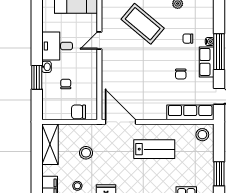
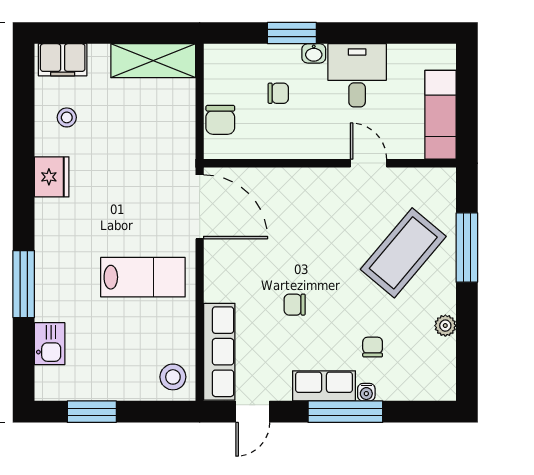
chair: (181, 74) -> (295, 305), moved
chair: (79, 112) -> (220, 120), turned 180
door: (120, 122) -> (200, 207), hinge flipped
lab bench: (154, 149) -> (143, 277), turned -90
stool: (86, 153) -> (135, 135), removed

